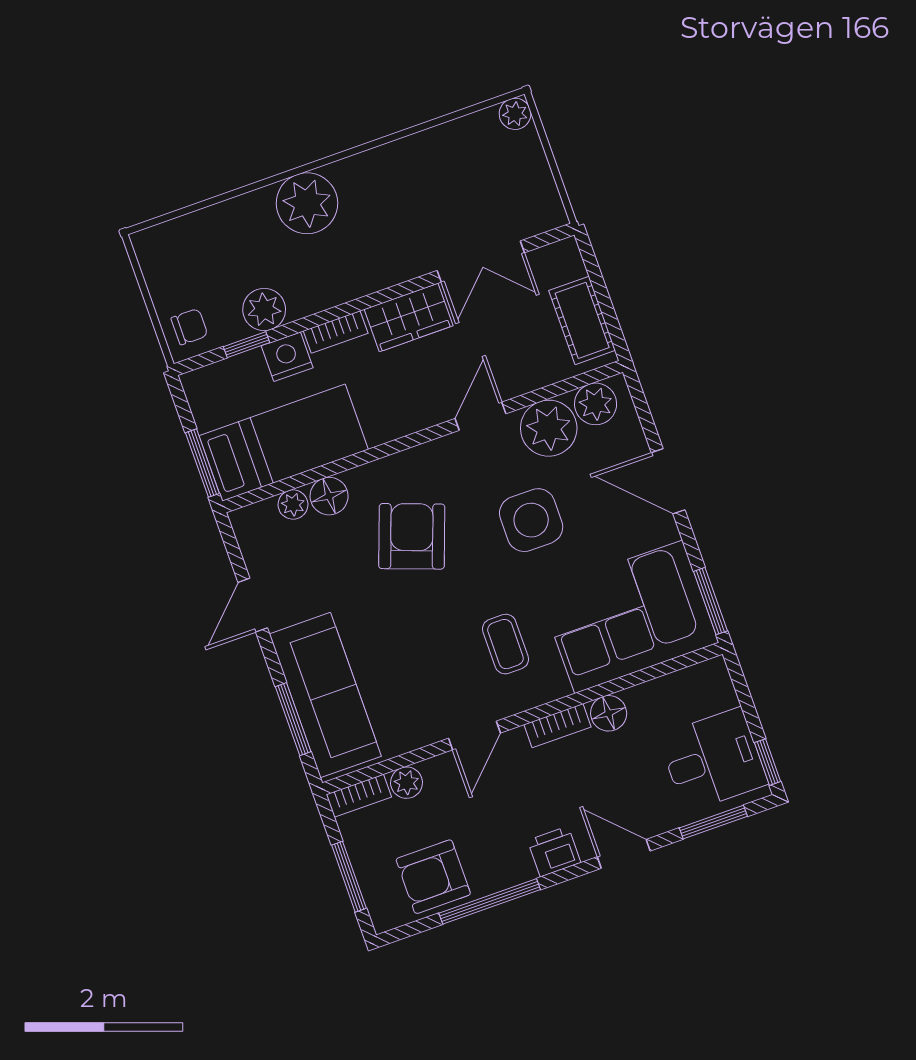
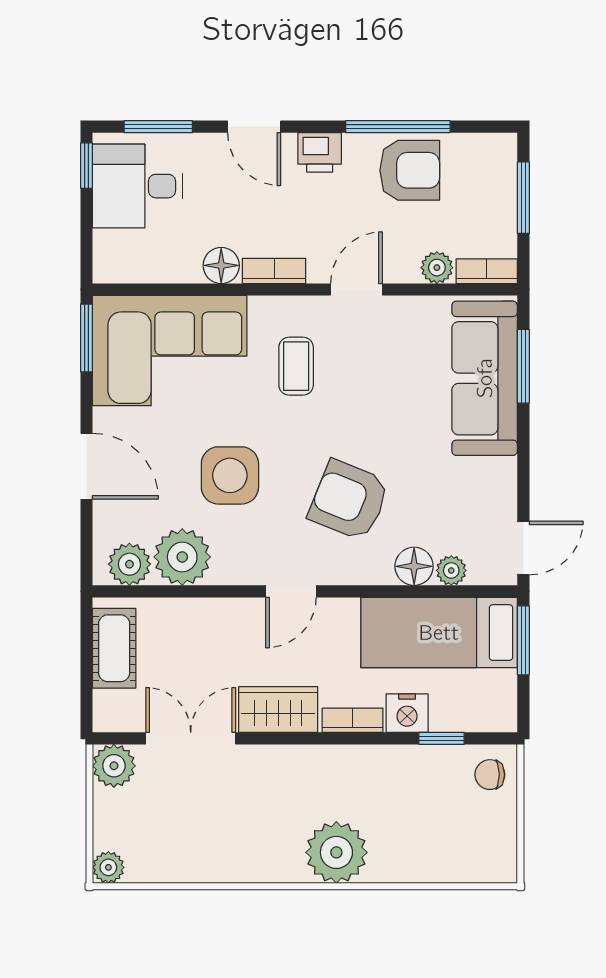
plant: (264, 309) -> (114, 766), moved
door: (480, 416) -> (291, 591), moved
armchair: (412, 536) -> (349, 500), turned 92
door: (253, 605) -> (523, 548), moved
armchair: (433, 877) -> (410, 170), moved

